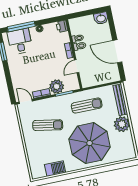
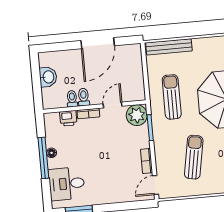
washbasin: (101, 18) -> (48, 77), moved
printer: (62, 26) -> (68, 118), moved
window: (21, 27) -> (43, 158), moved
door: (77, 66) -> (113, 105), swing flipped
plant: (57, 86) -> (137, 115), moved
plant: (122, 124) -> (205, 49), removed

